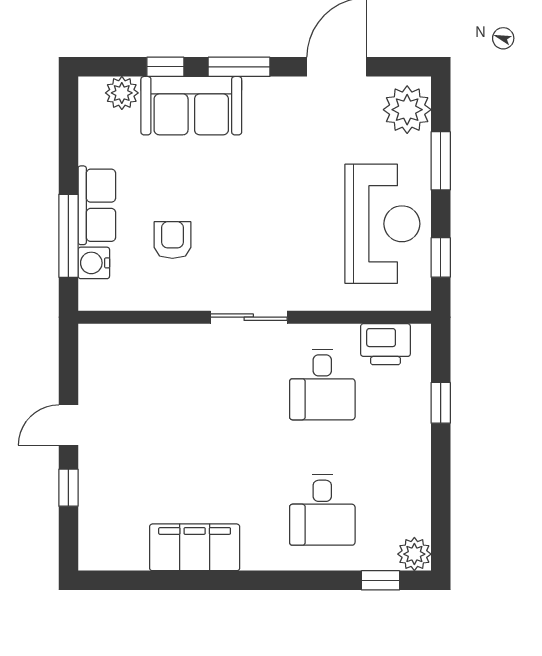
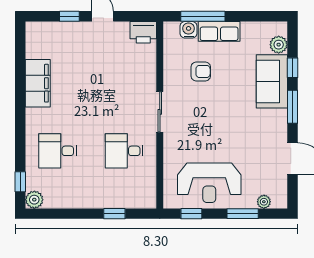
plant: (407, 110) -> (264, 202), width x0.53, depth x0.53
printer: (386, 344) -> (143, 32), moved, turned -90

